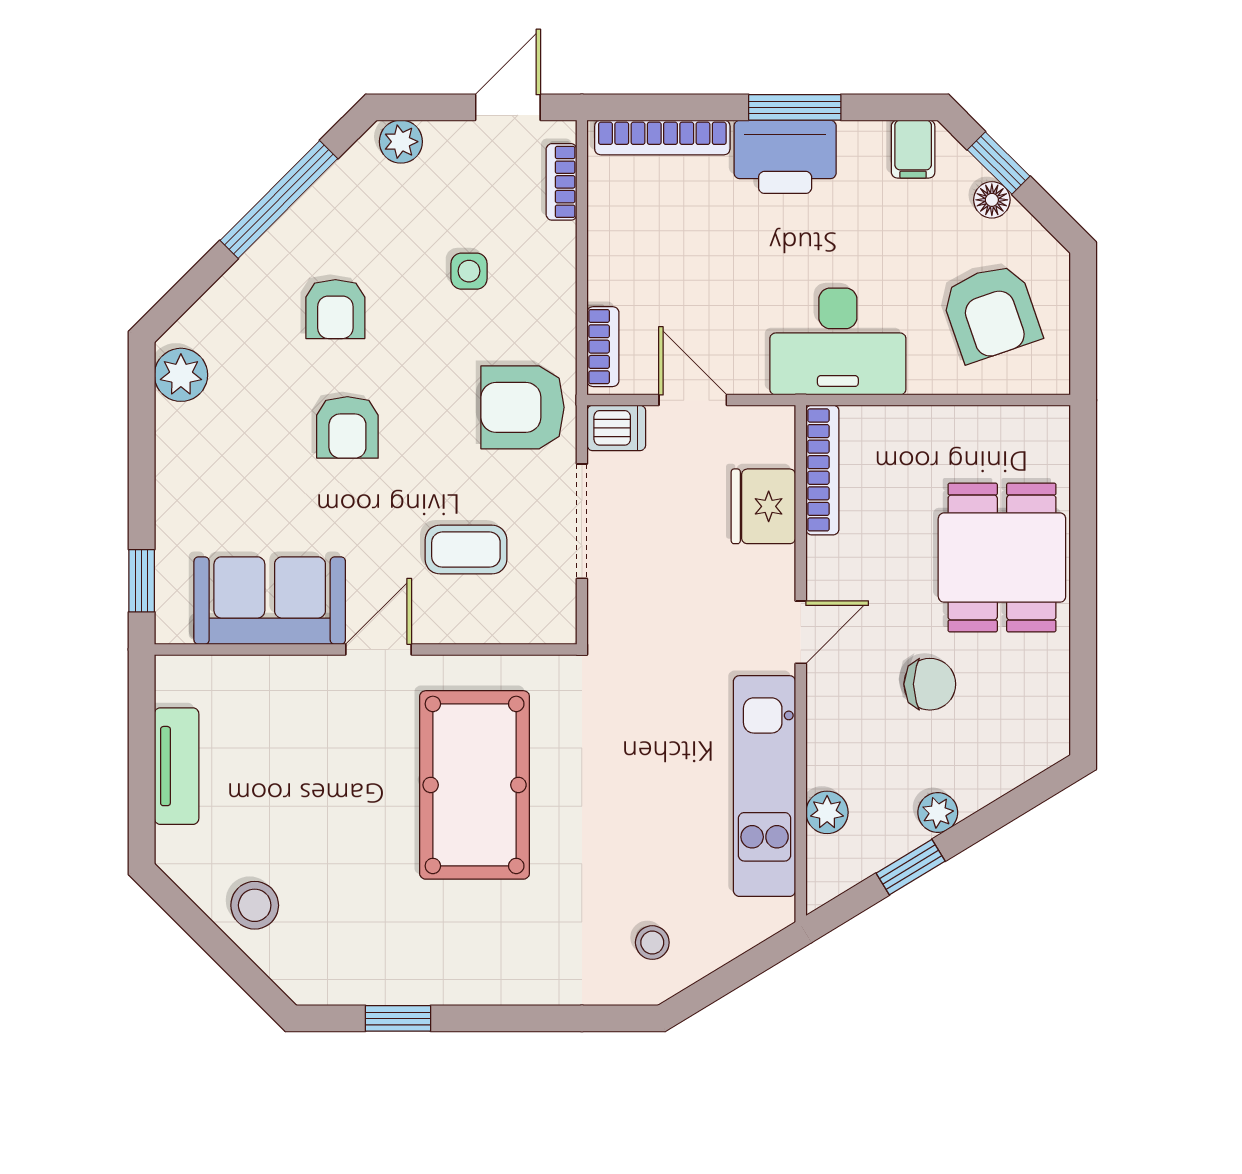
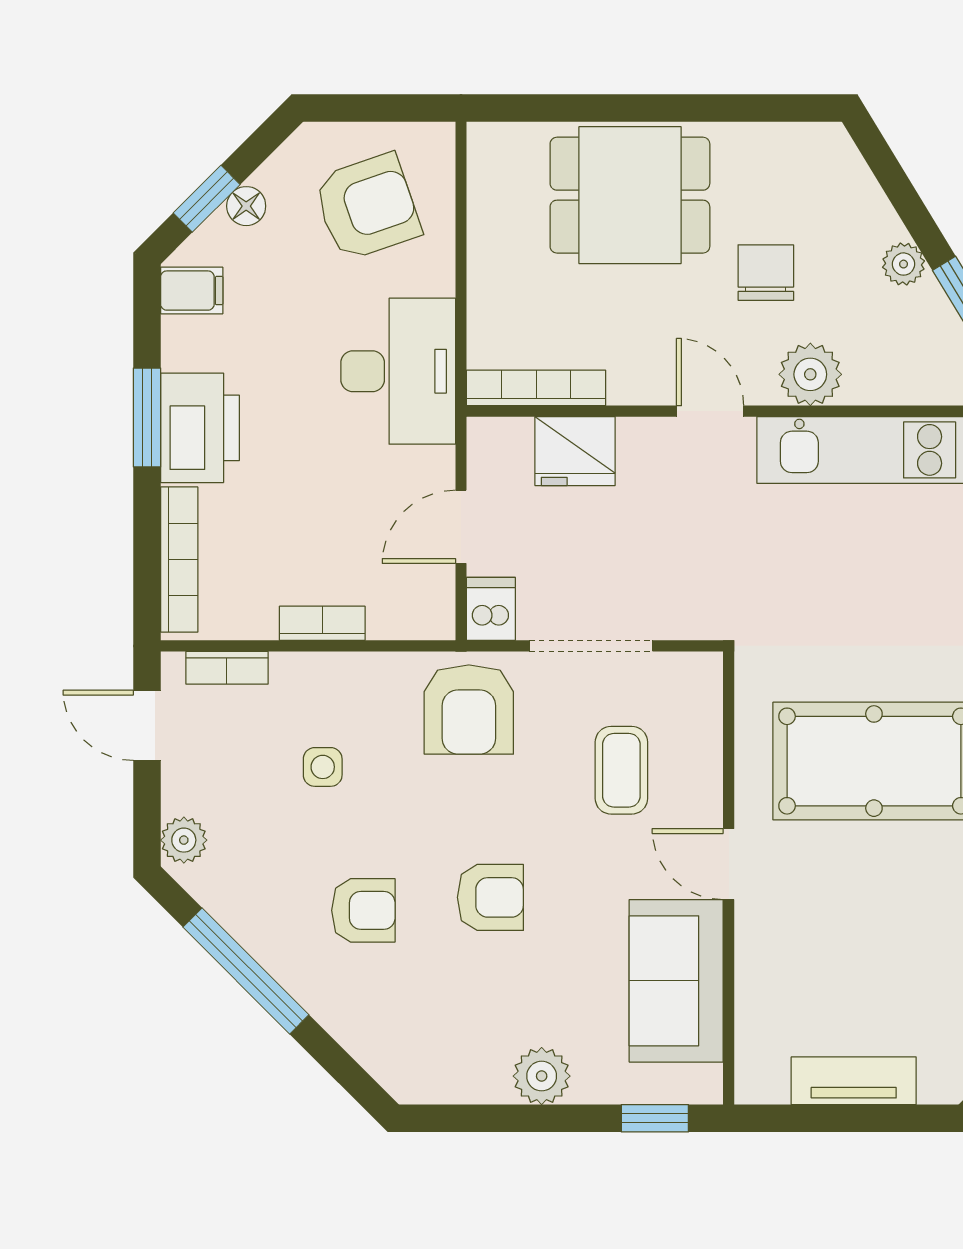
bookcase: (603, 347) -> (322, 623), moved
plant: (181, 375) -> (542, 1076), moved
plant: (827, 812) -> (810, 374), moved, width x1.38, depth x1.38

